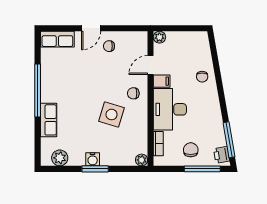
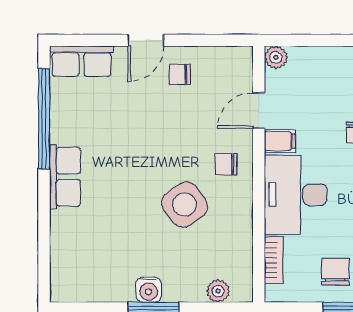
window: (38, 91) -> (44, 119), moved
side table: (112, 115) -> (185, 205), turned 37
row of seats: (49, 120) -> (65, 177), moved
plant: (60, 158) -> (86, 287), removed
plant: (142, 160) -> (218, 291), moved

